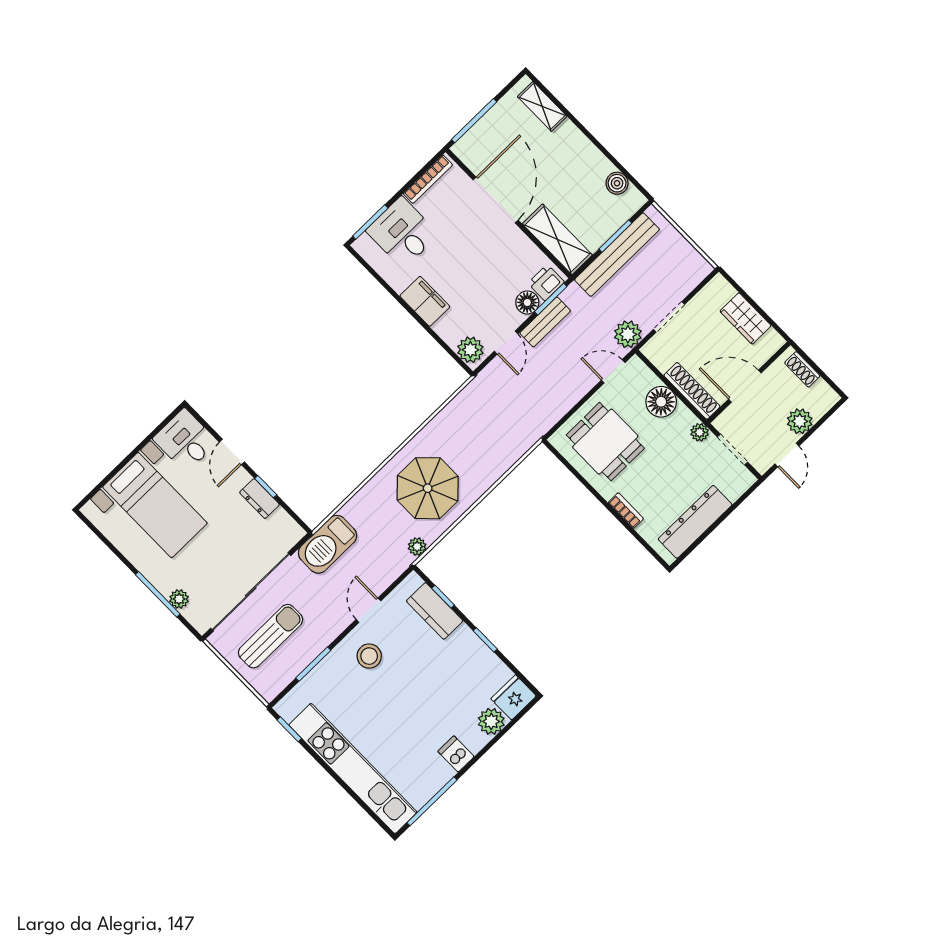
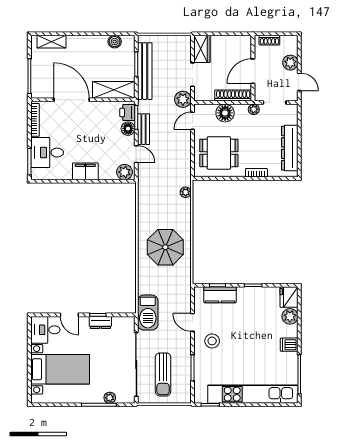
wardrobe: (745, 318) -> (202, 49), moved, turned -90
plant: (417, 547) -> (186, 192), moved
sun lounger: (271, 636) -> (163, 374), turned 180

